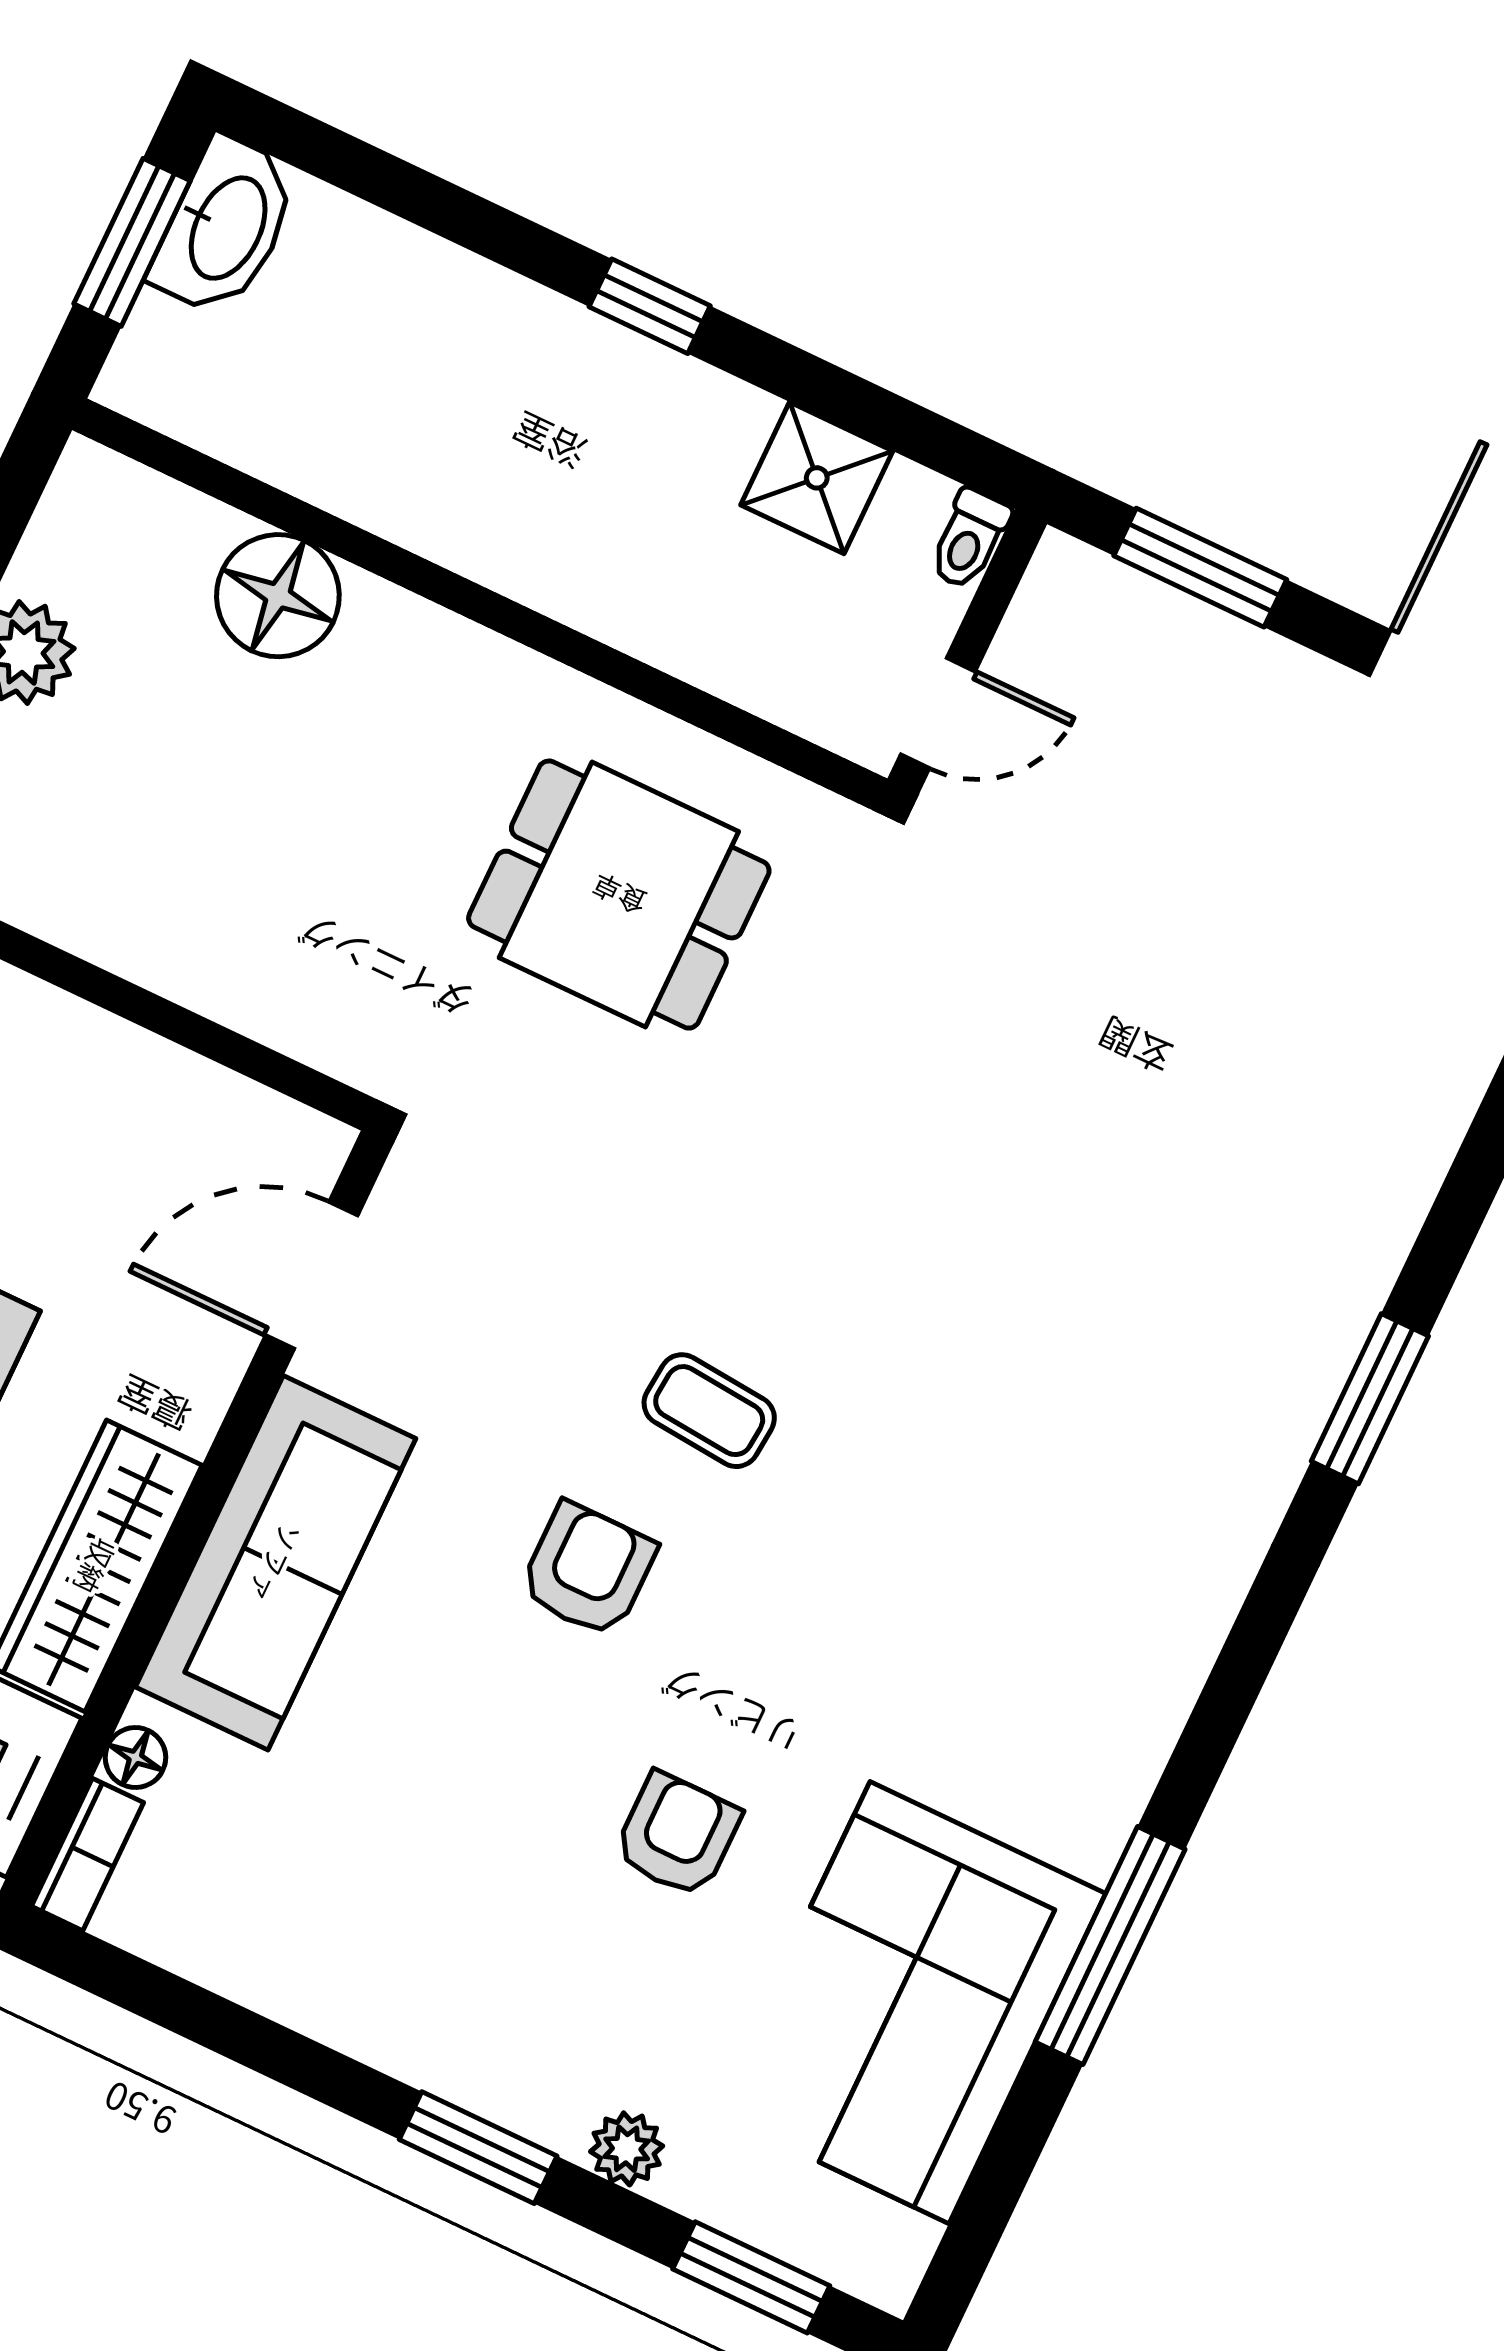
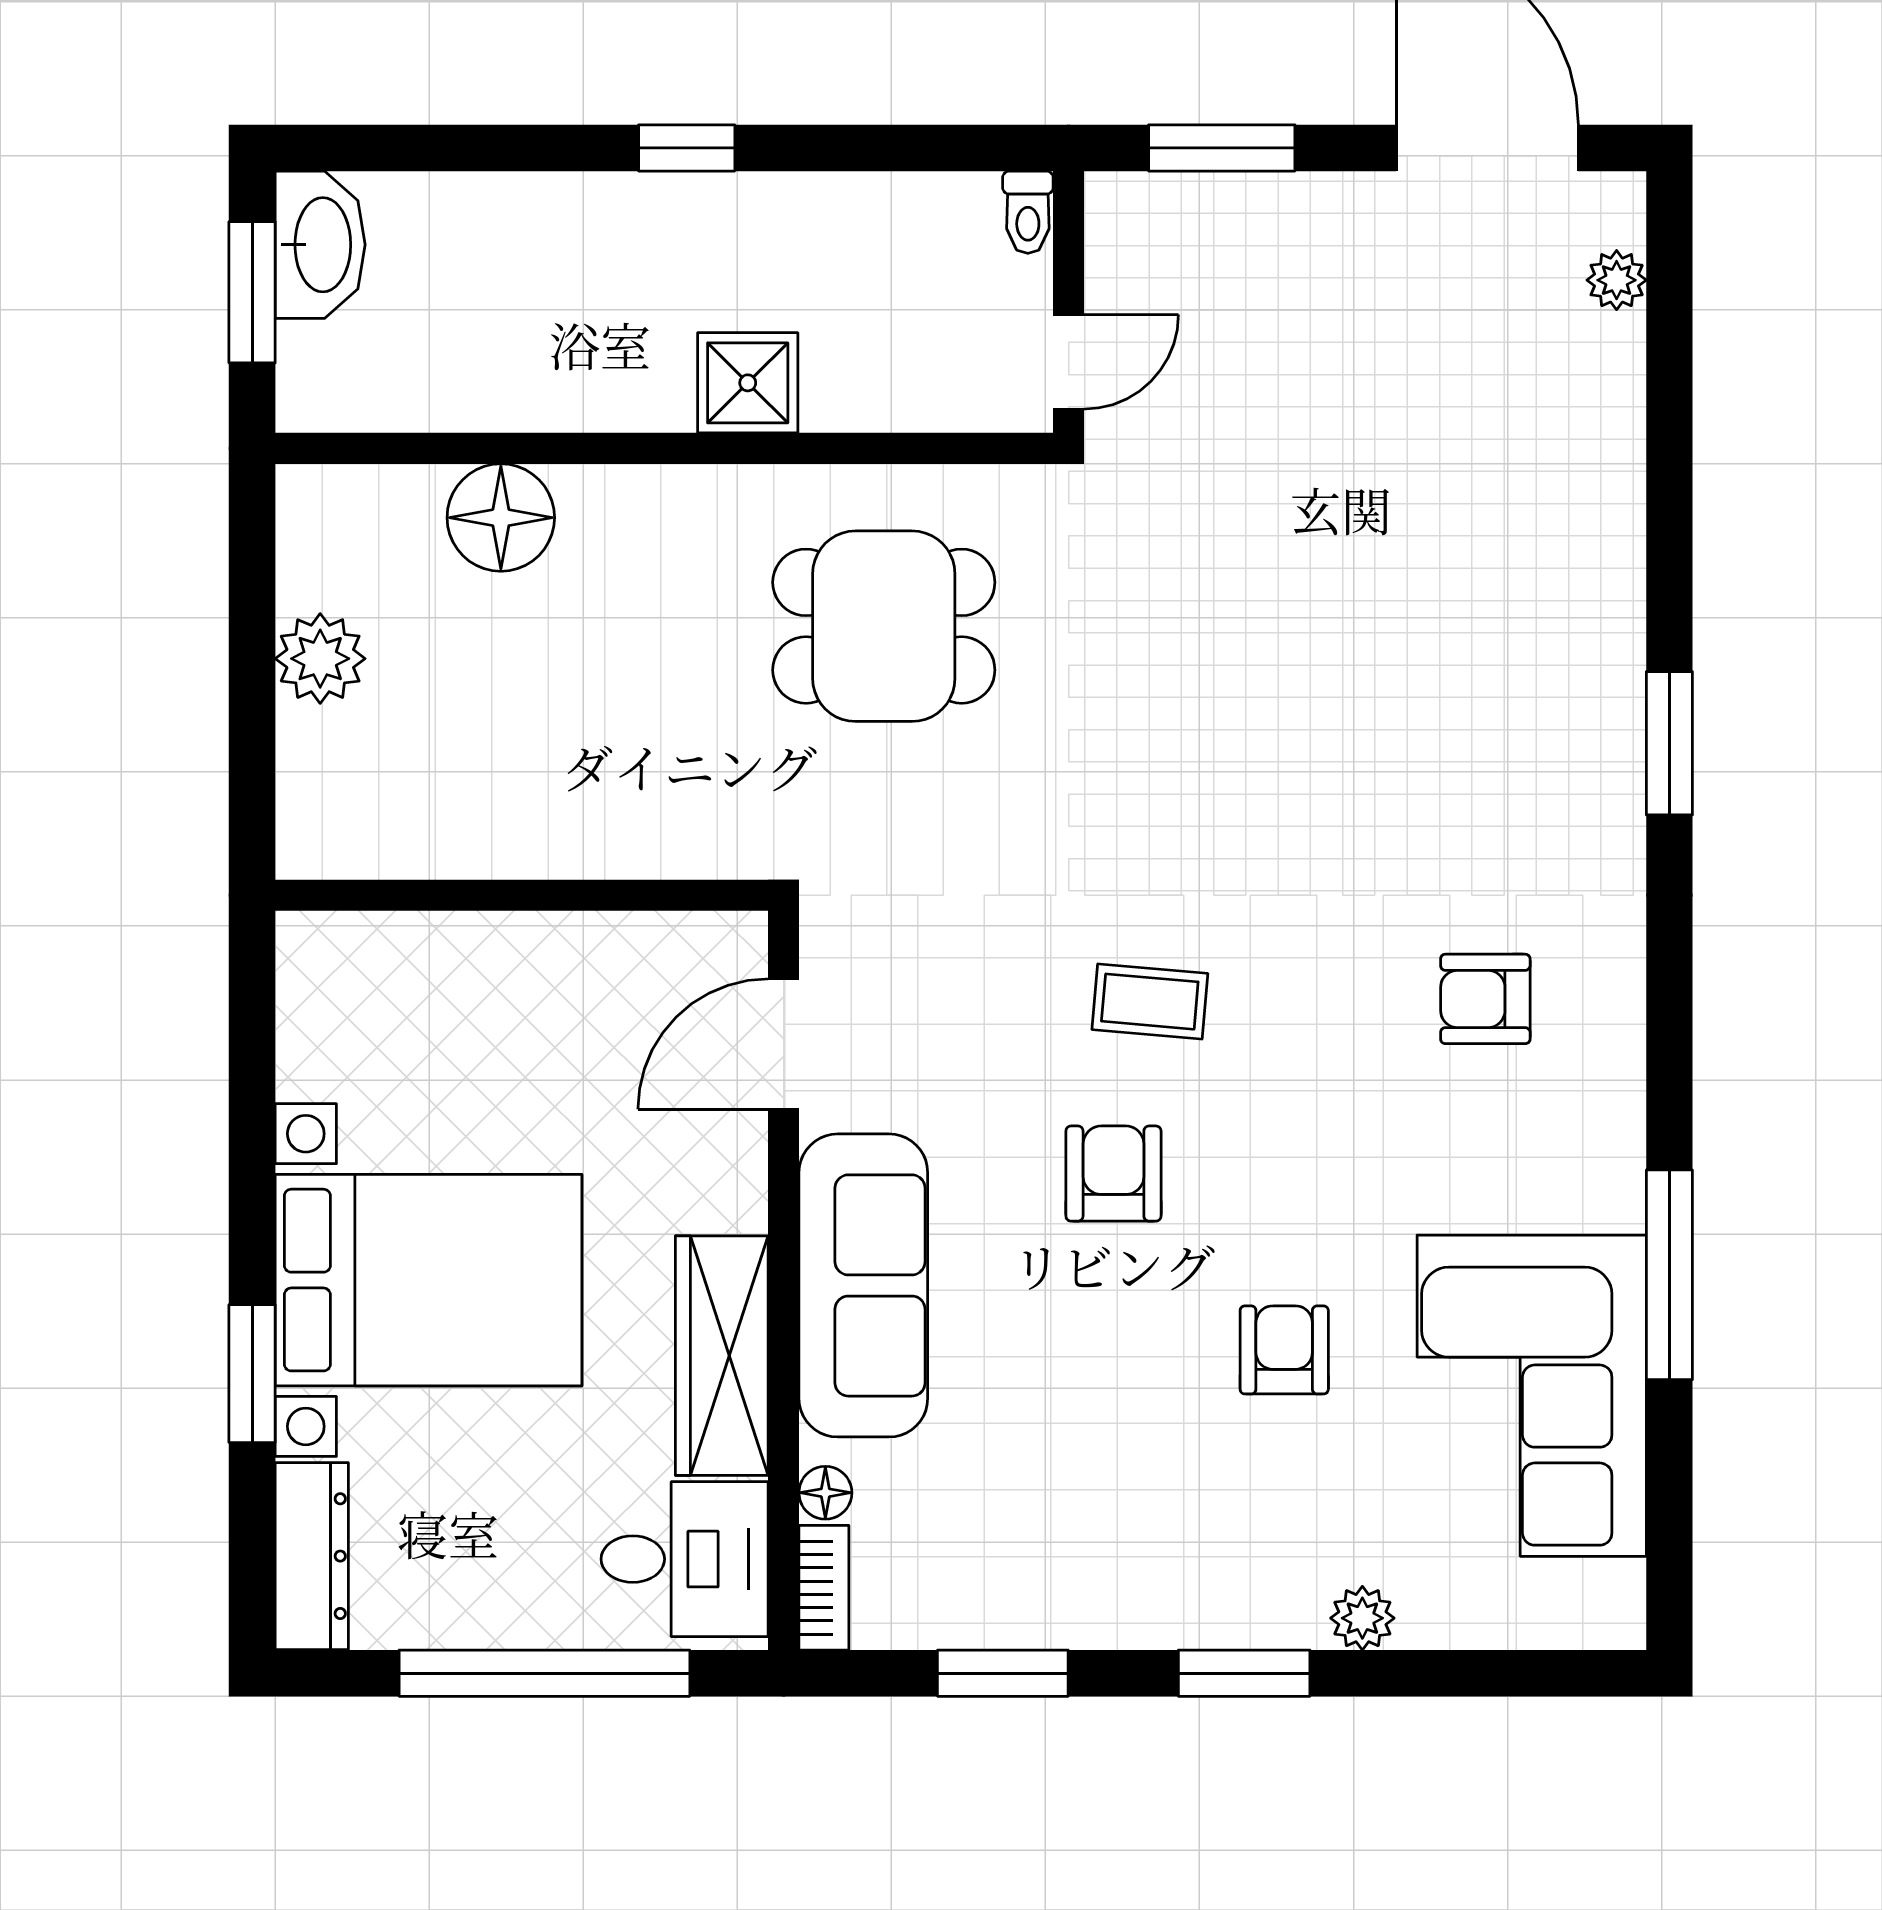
shower: (817, 478) -> (748, 383), moved
armchair: (1056, 1572) -> (1485, 999), added
window: (751, 2277) -> (1003, 1673), moved

